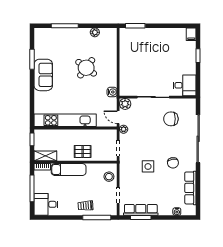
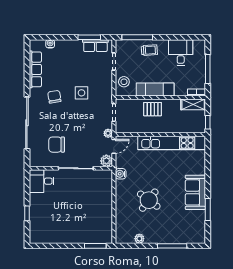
filing cabinet: (191, 34) -> (35, 237), removed
door: (118, 117) -> (114, 146), hinge flipped
chair: (171, 119) -> (57, 145), turned 180
exam couch: (69, 170) -> (155, 89), moved
desk: (46, 204) -> (181, 53), moved, turned -90
row of seats: (141, 210) -> (95, 46), width x0.68

